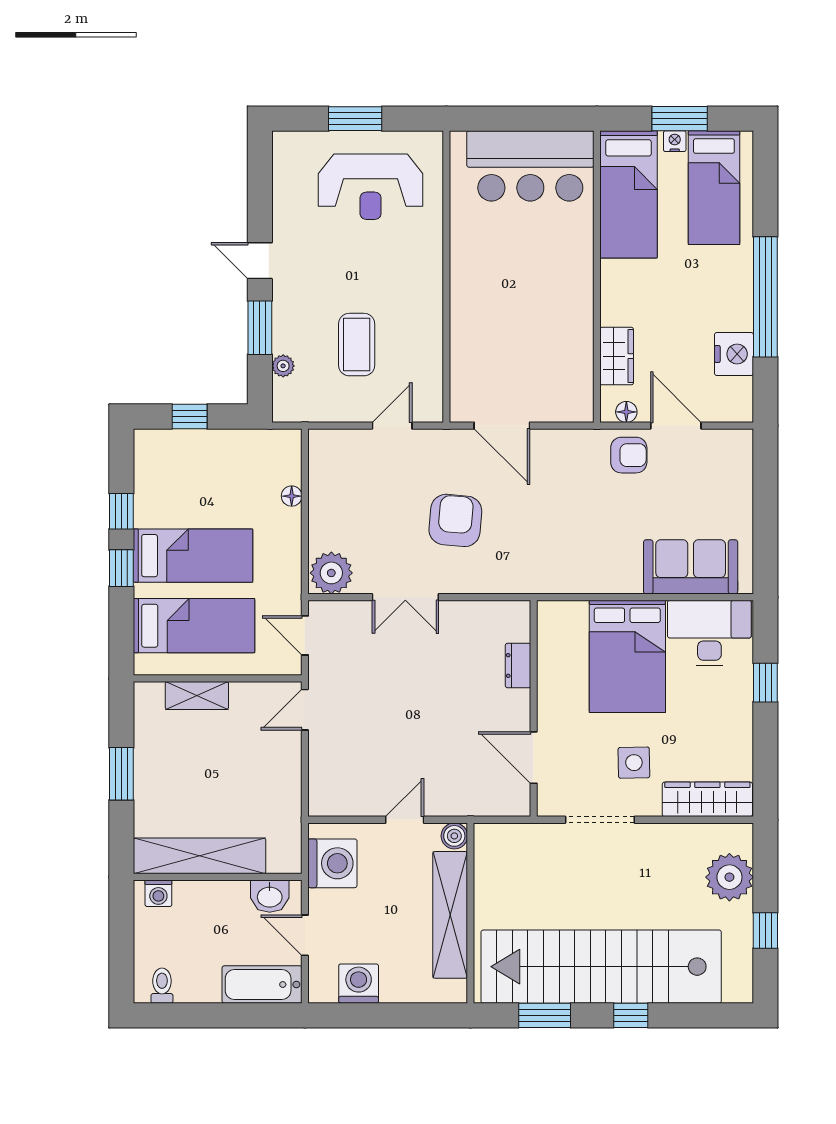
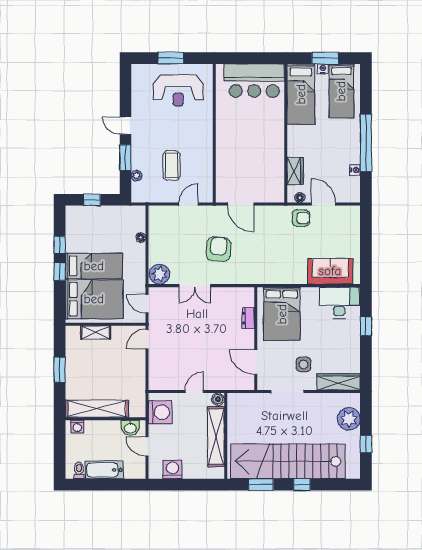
nightstand: (734, 354) -> (355, 170), width x0.53, depth x0.56
bed: (194, 626) -> (94, 299), width x1.50
bed: (627, 656) -> (282, 314), moved
bathtub: (262, 985) -> (104, 470), moved

